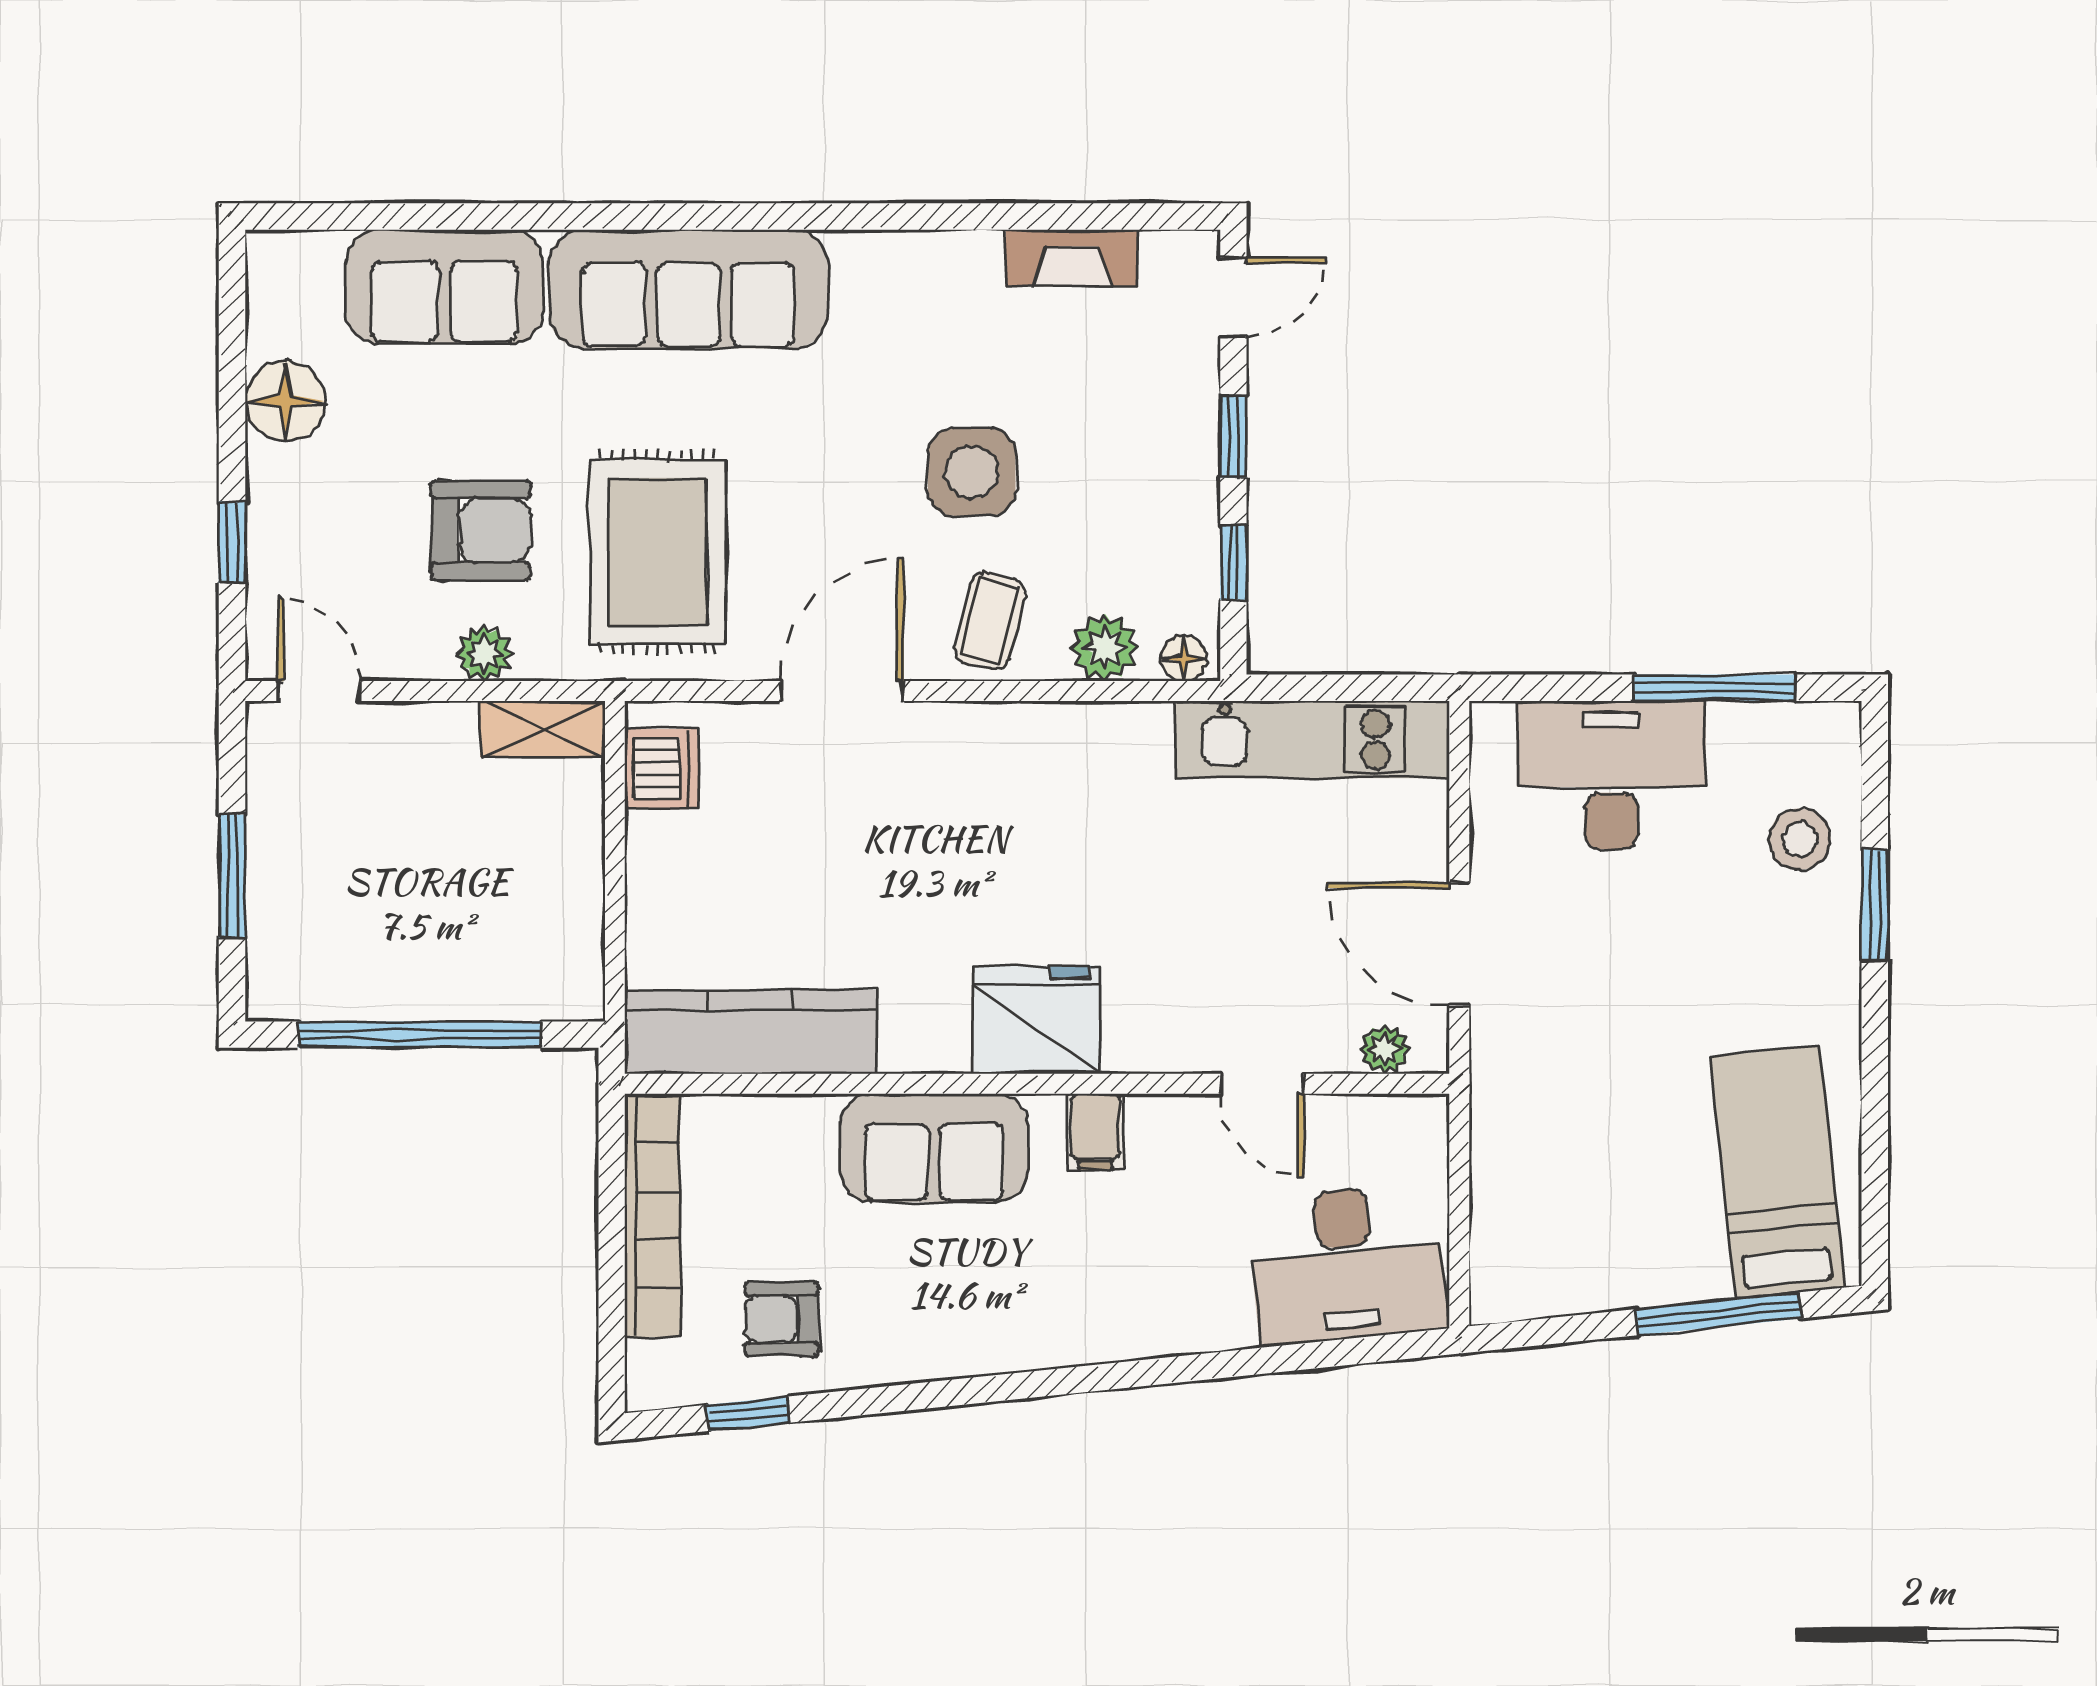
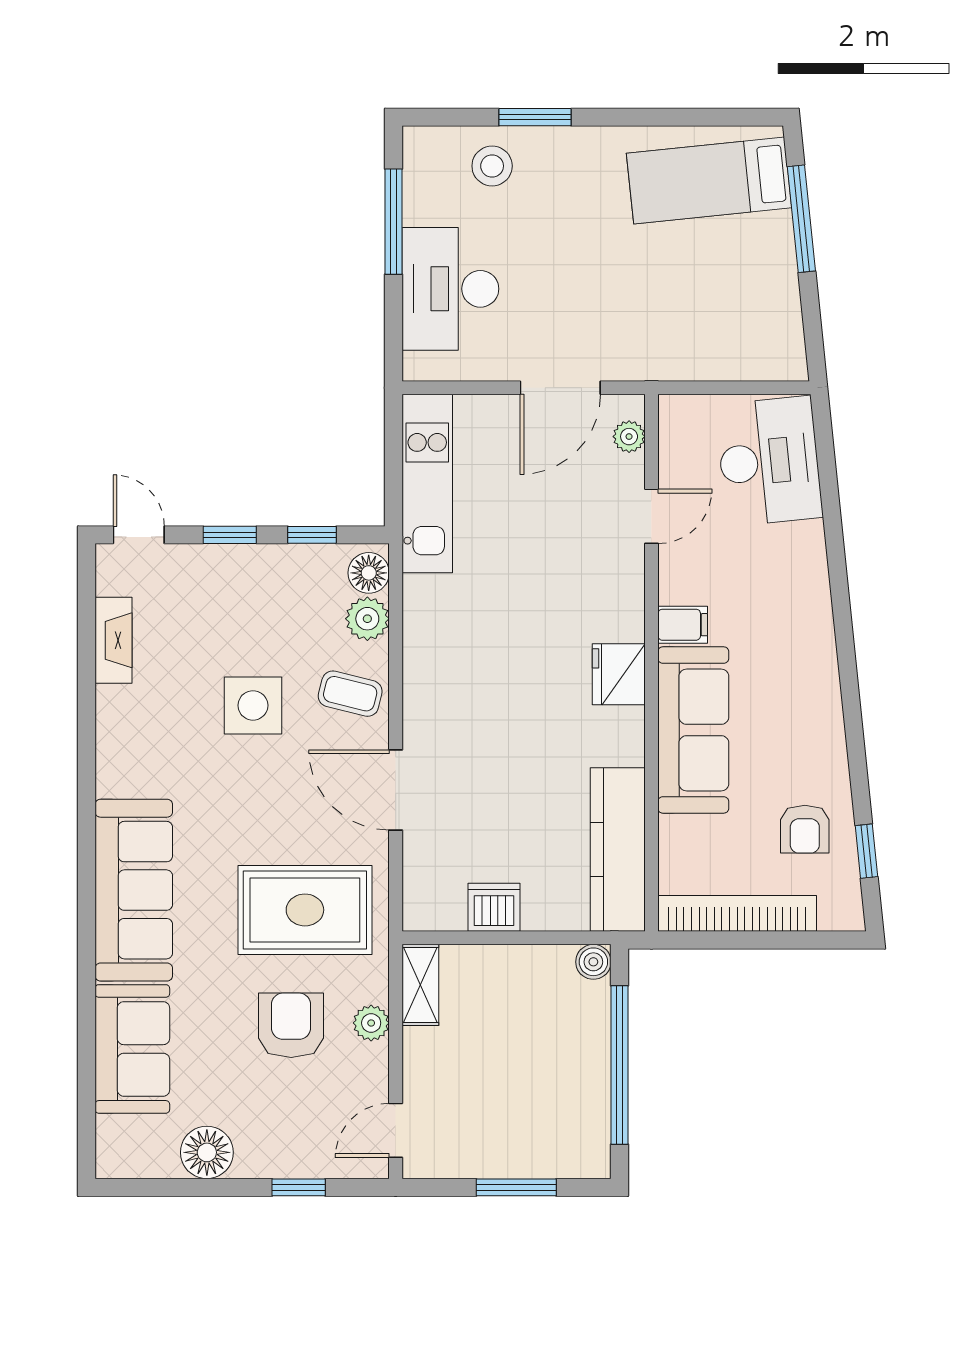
floor lamp: (1184, 658) -> (369, 573), width x1.37, depth x1.37
dishwasher: (662, 769) -> (494, 907), moved
boiler: (578, 995) -> (593, 962), added
fridge: (1036, 1020) -> (619, 674), width x0.73, depth x0.75
sofa: (934, 1148) -> (693, 730), width x1.36

